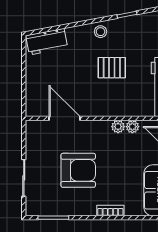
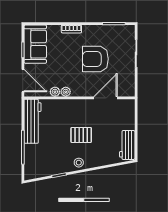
workbench: (47, 42) -> (127, 145), moved, turned -79
pallet: (112, 68) -> (81, 135), moved
door: (65, 118) -> (106, 98), swing flipped

